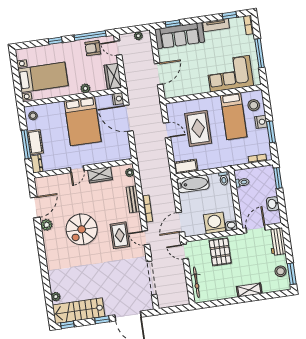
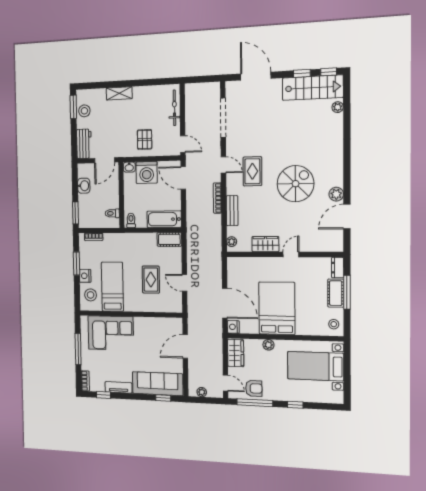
rug: (198, 128) -> (151, 280), width x0.73, depth x0.70
door: (180, 222) -> (183, 178), swing flipped
pallet: (220, 252) -> (145, 139), width x0.67, depth x0.71
window: (102, 320) -> (302, 73), moved

